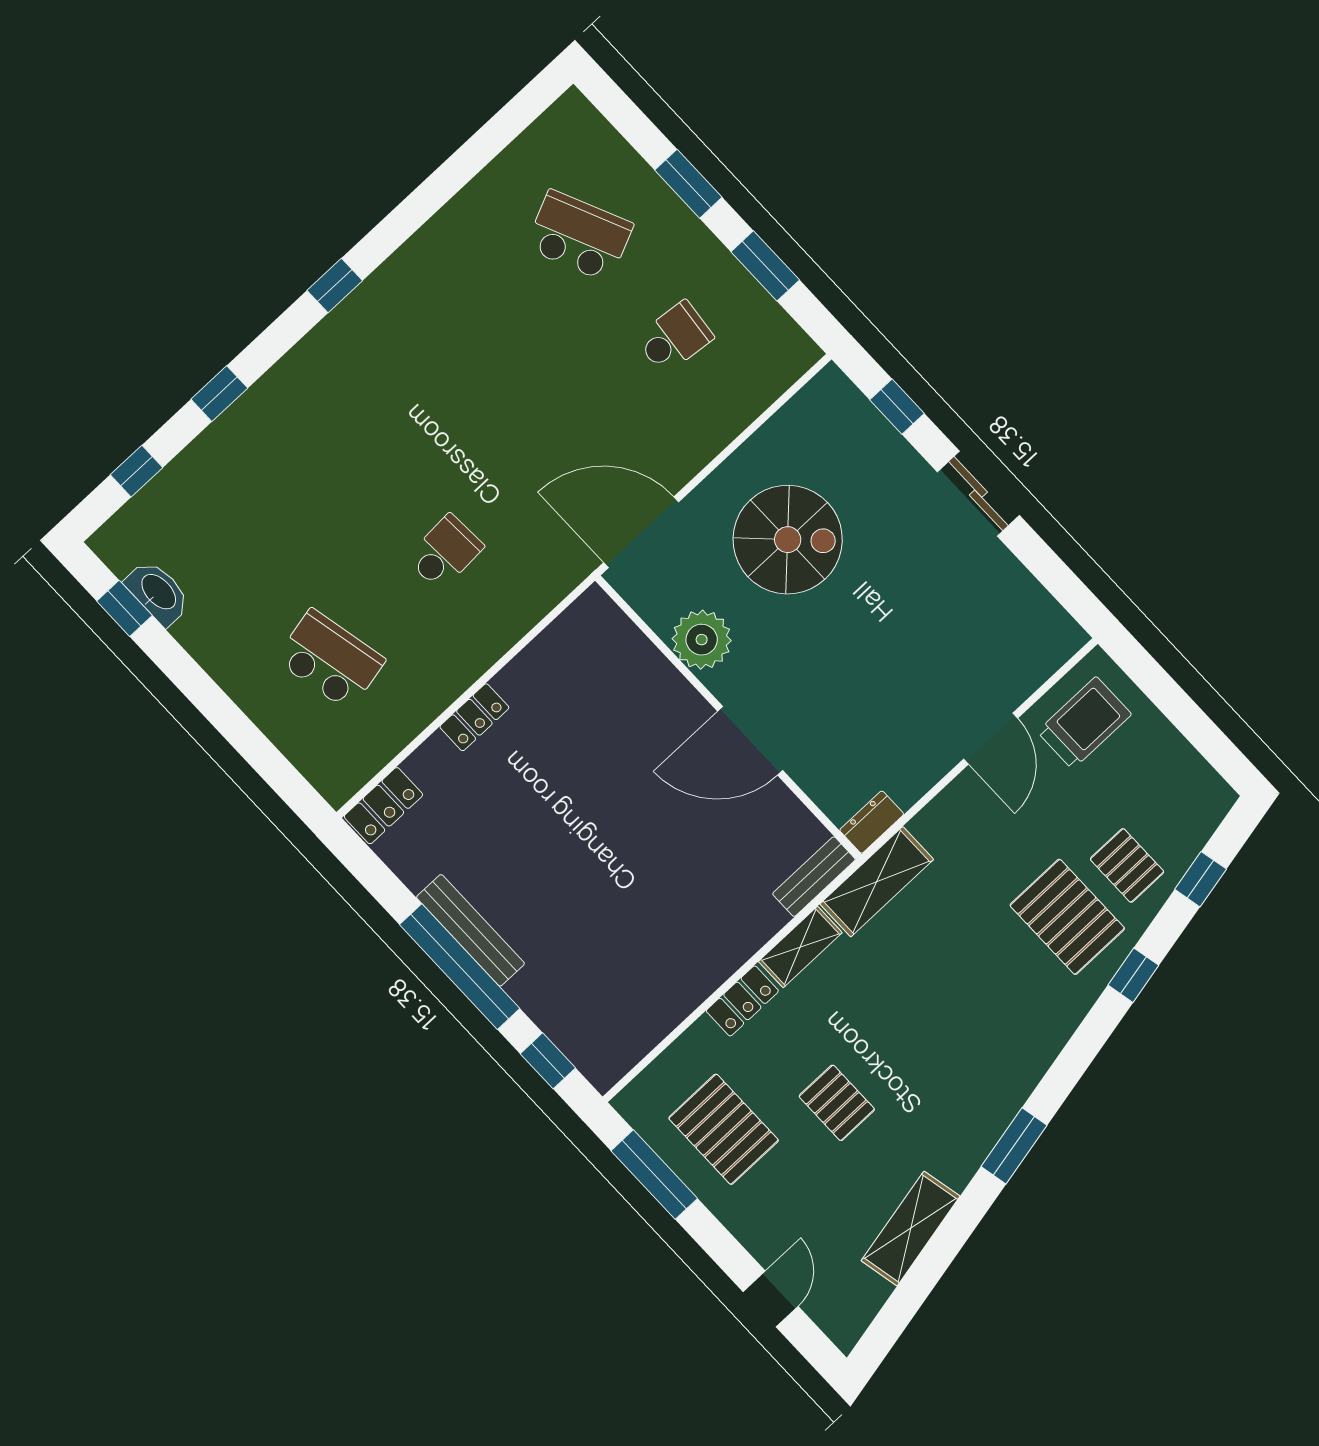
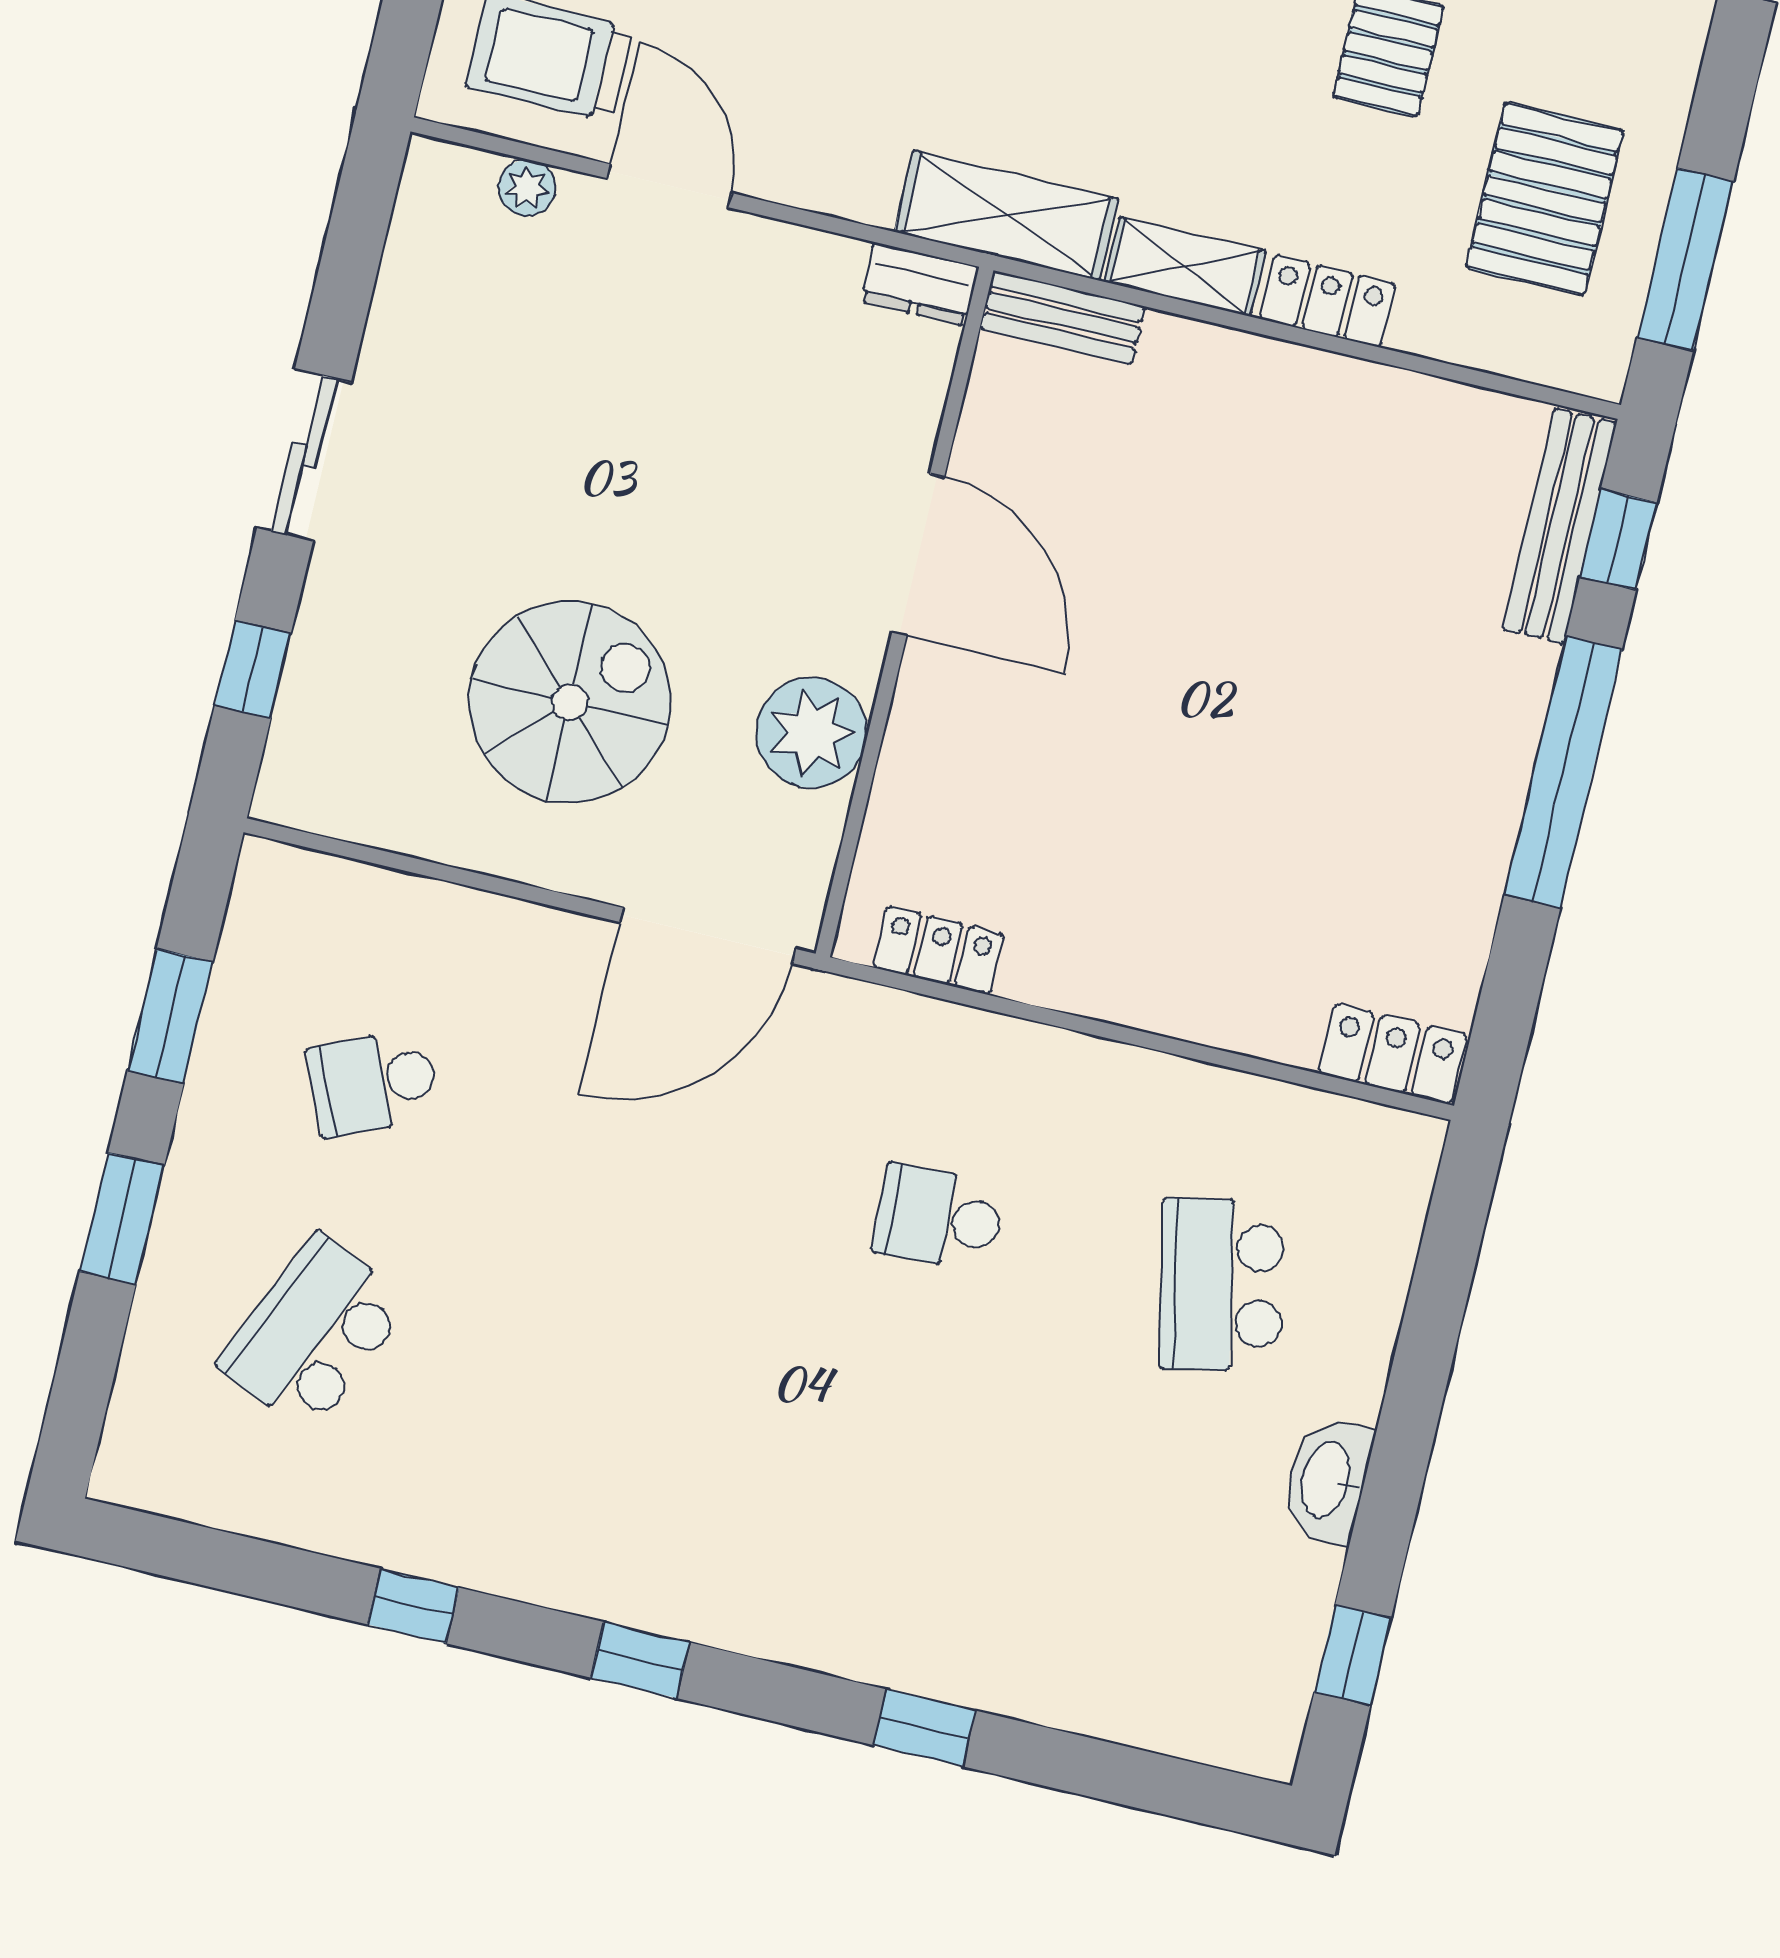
school desk: (579, 236) -> (314, 1333), turned 48
school desk: (675, 338) -> (374, 1083), turned -30
window: (136, 471) -> (413, 1606), moved
door: (641, 532) -> (708, 936), hinge flipped
spiral stairs: (788, 540) -> (570, 702), turned 90
washbasin: (158, 592) -> (1327, 1480), moved
plant: (1032, 674) -> (527, 188), added
locker: (474, 717) -> (938, 950), moved
door: (991, 739) -> (669, 186), hinge flipped
bench: (471, 930) -> (1559, 526), moved

